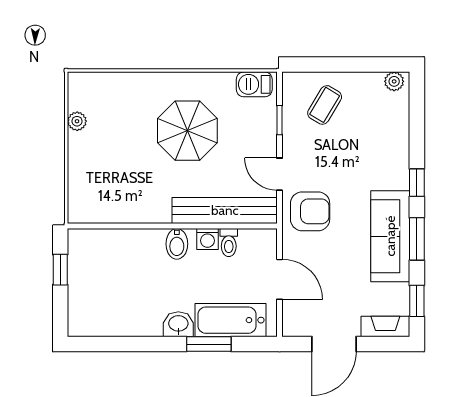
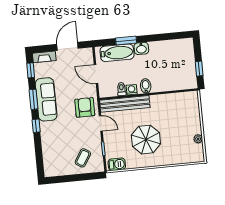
plant: (394, 81) -> (51, 172), removed
armchair: (310, 211) -> (85, 107), turned 90

